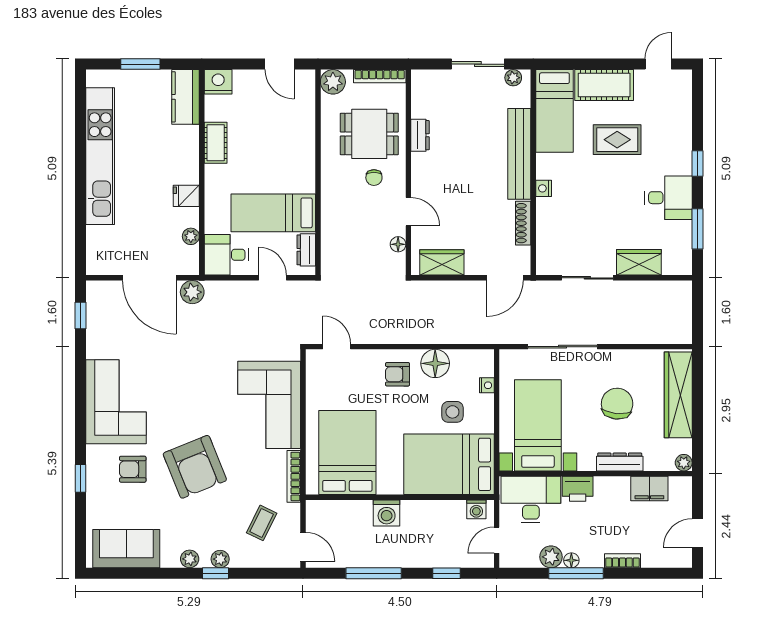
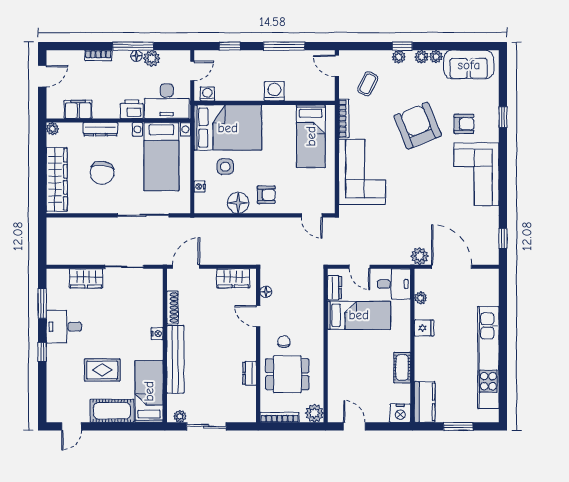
bed: (347, 453) -> (311, 136), width x0.67
plant: (170, 559) -> (436, 57), added

